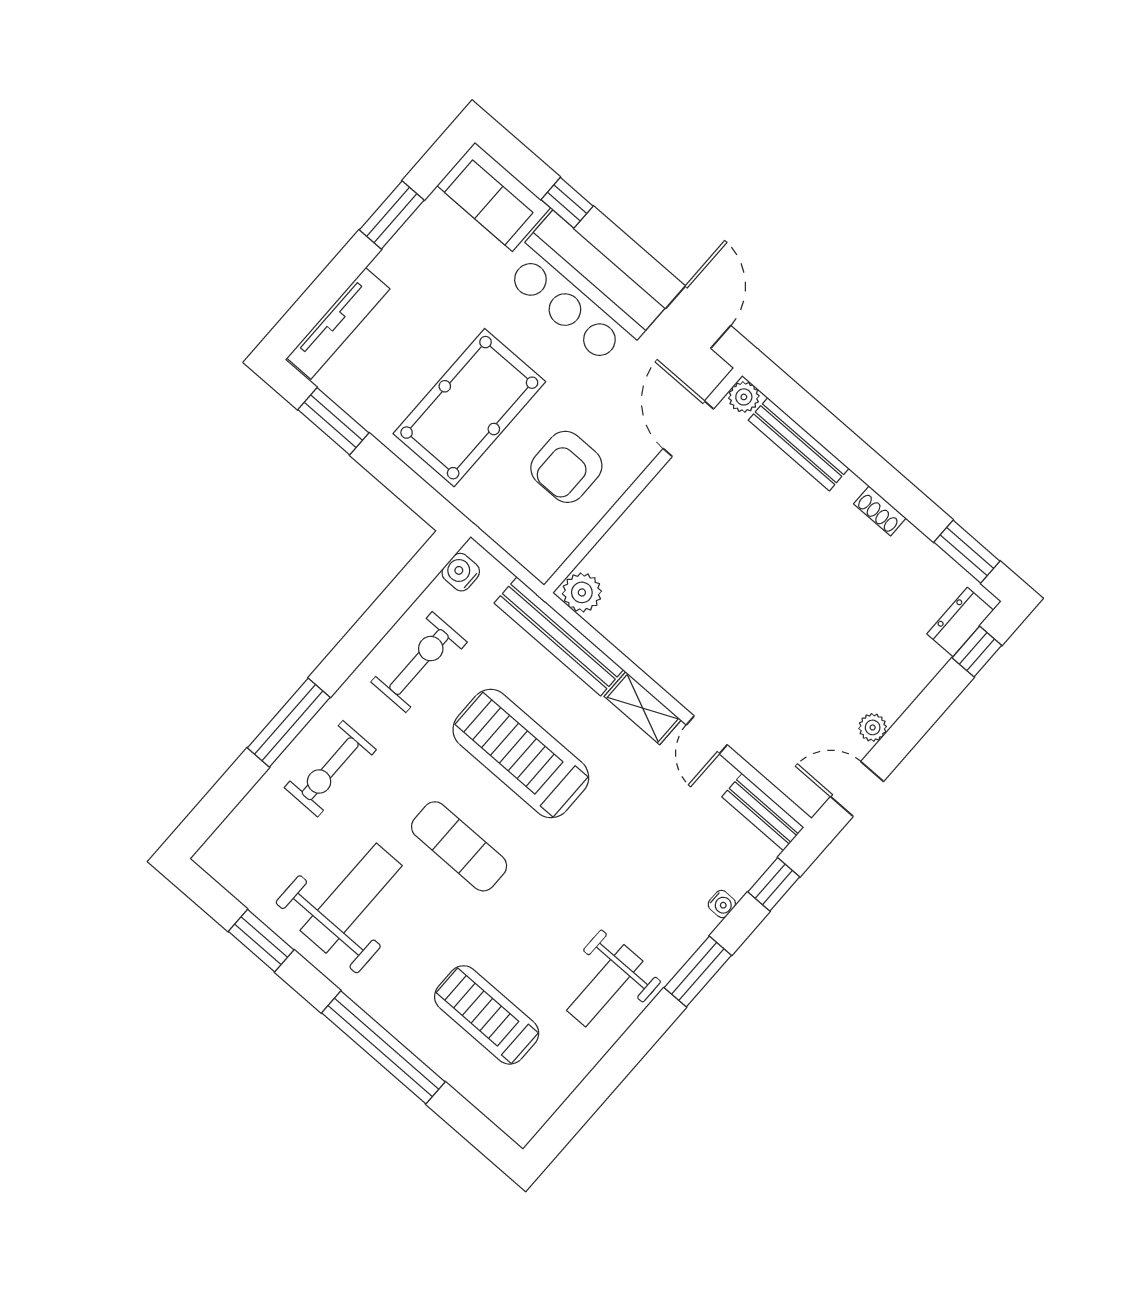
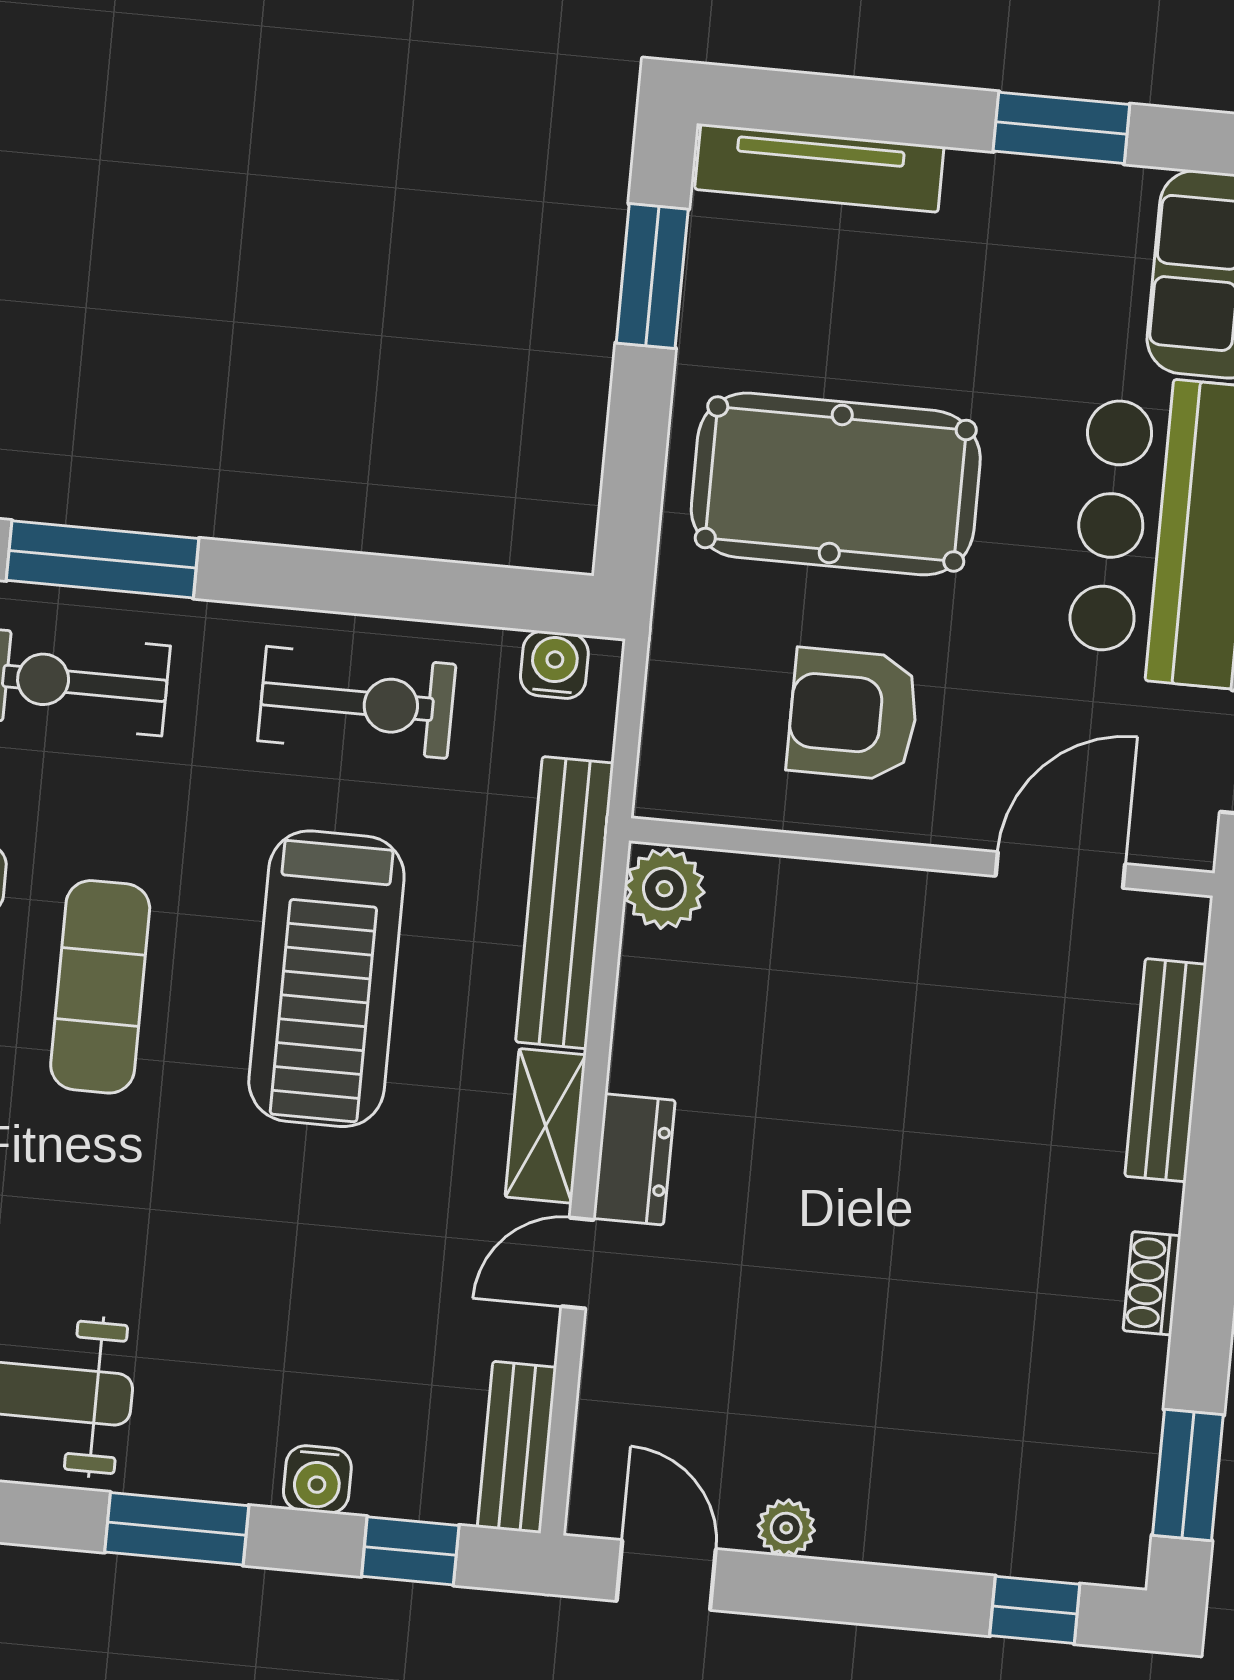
plant: (744, 397) -> (1179, 924), removed
dresser: (960, 622) -> (634, 1159), moved, turned 90
treadmill: (521, 754) -> (326, 979), turned 180
water cooler: (722, 904) -> (317, 1479), width x1.38, depth x1.38

